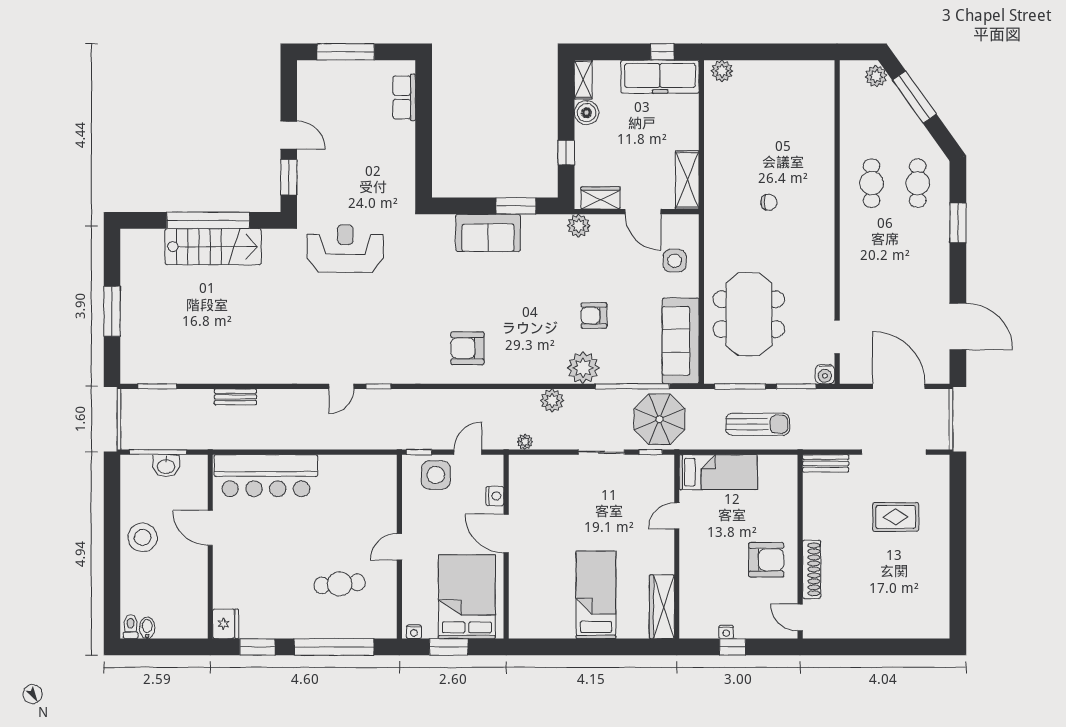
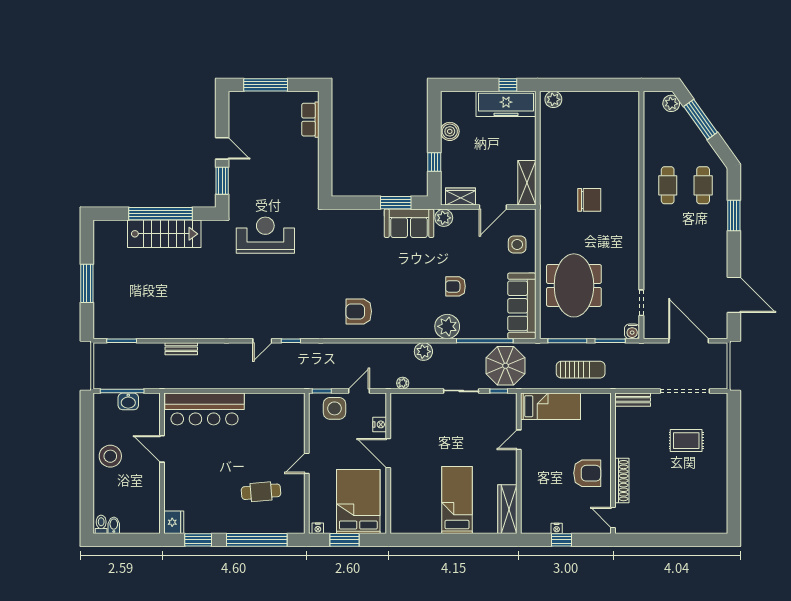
shelving: (583, 80) -> (447, 106), removed
chair: (769, 202) -> (589, 200), width x1.87, depth x1.87
door: (643, 212) -> (493, 207), hinge flipped
sofa: (488, 233) -> (409, 223), moved

